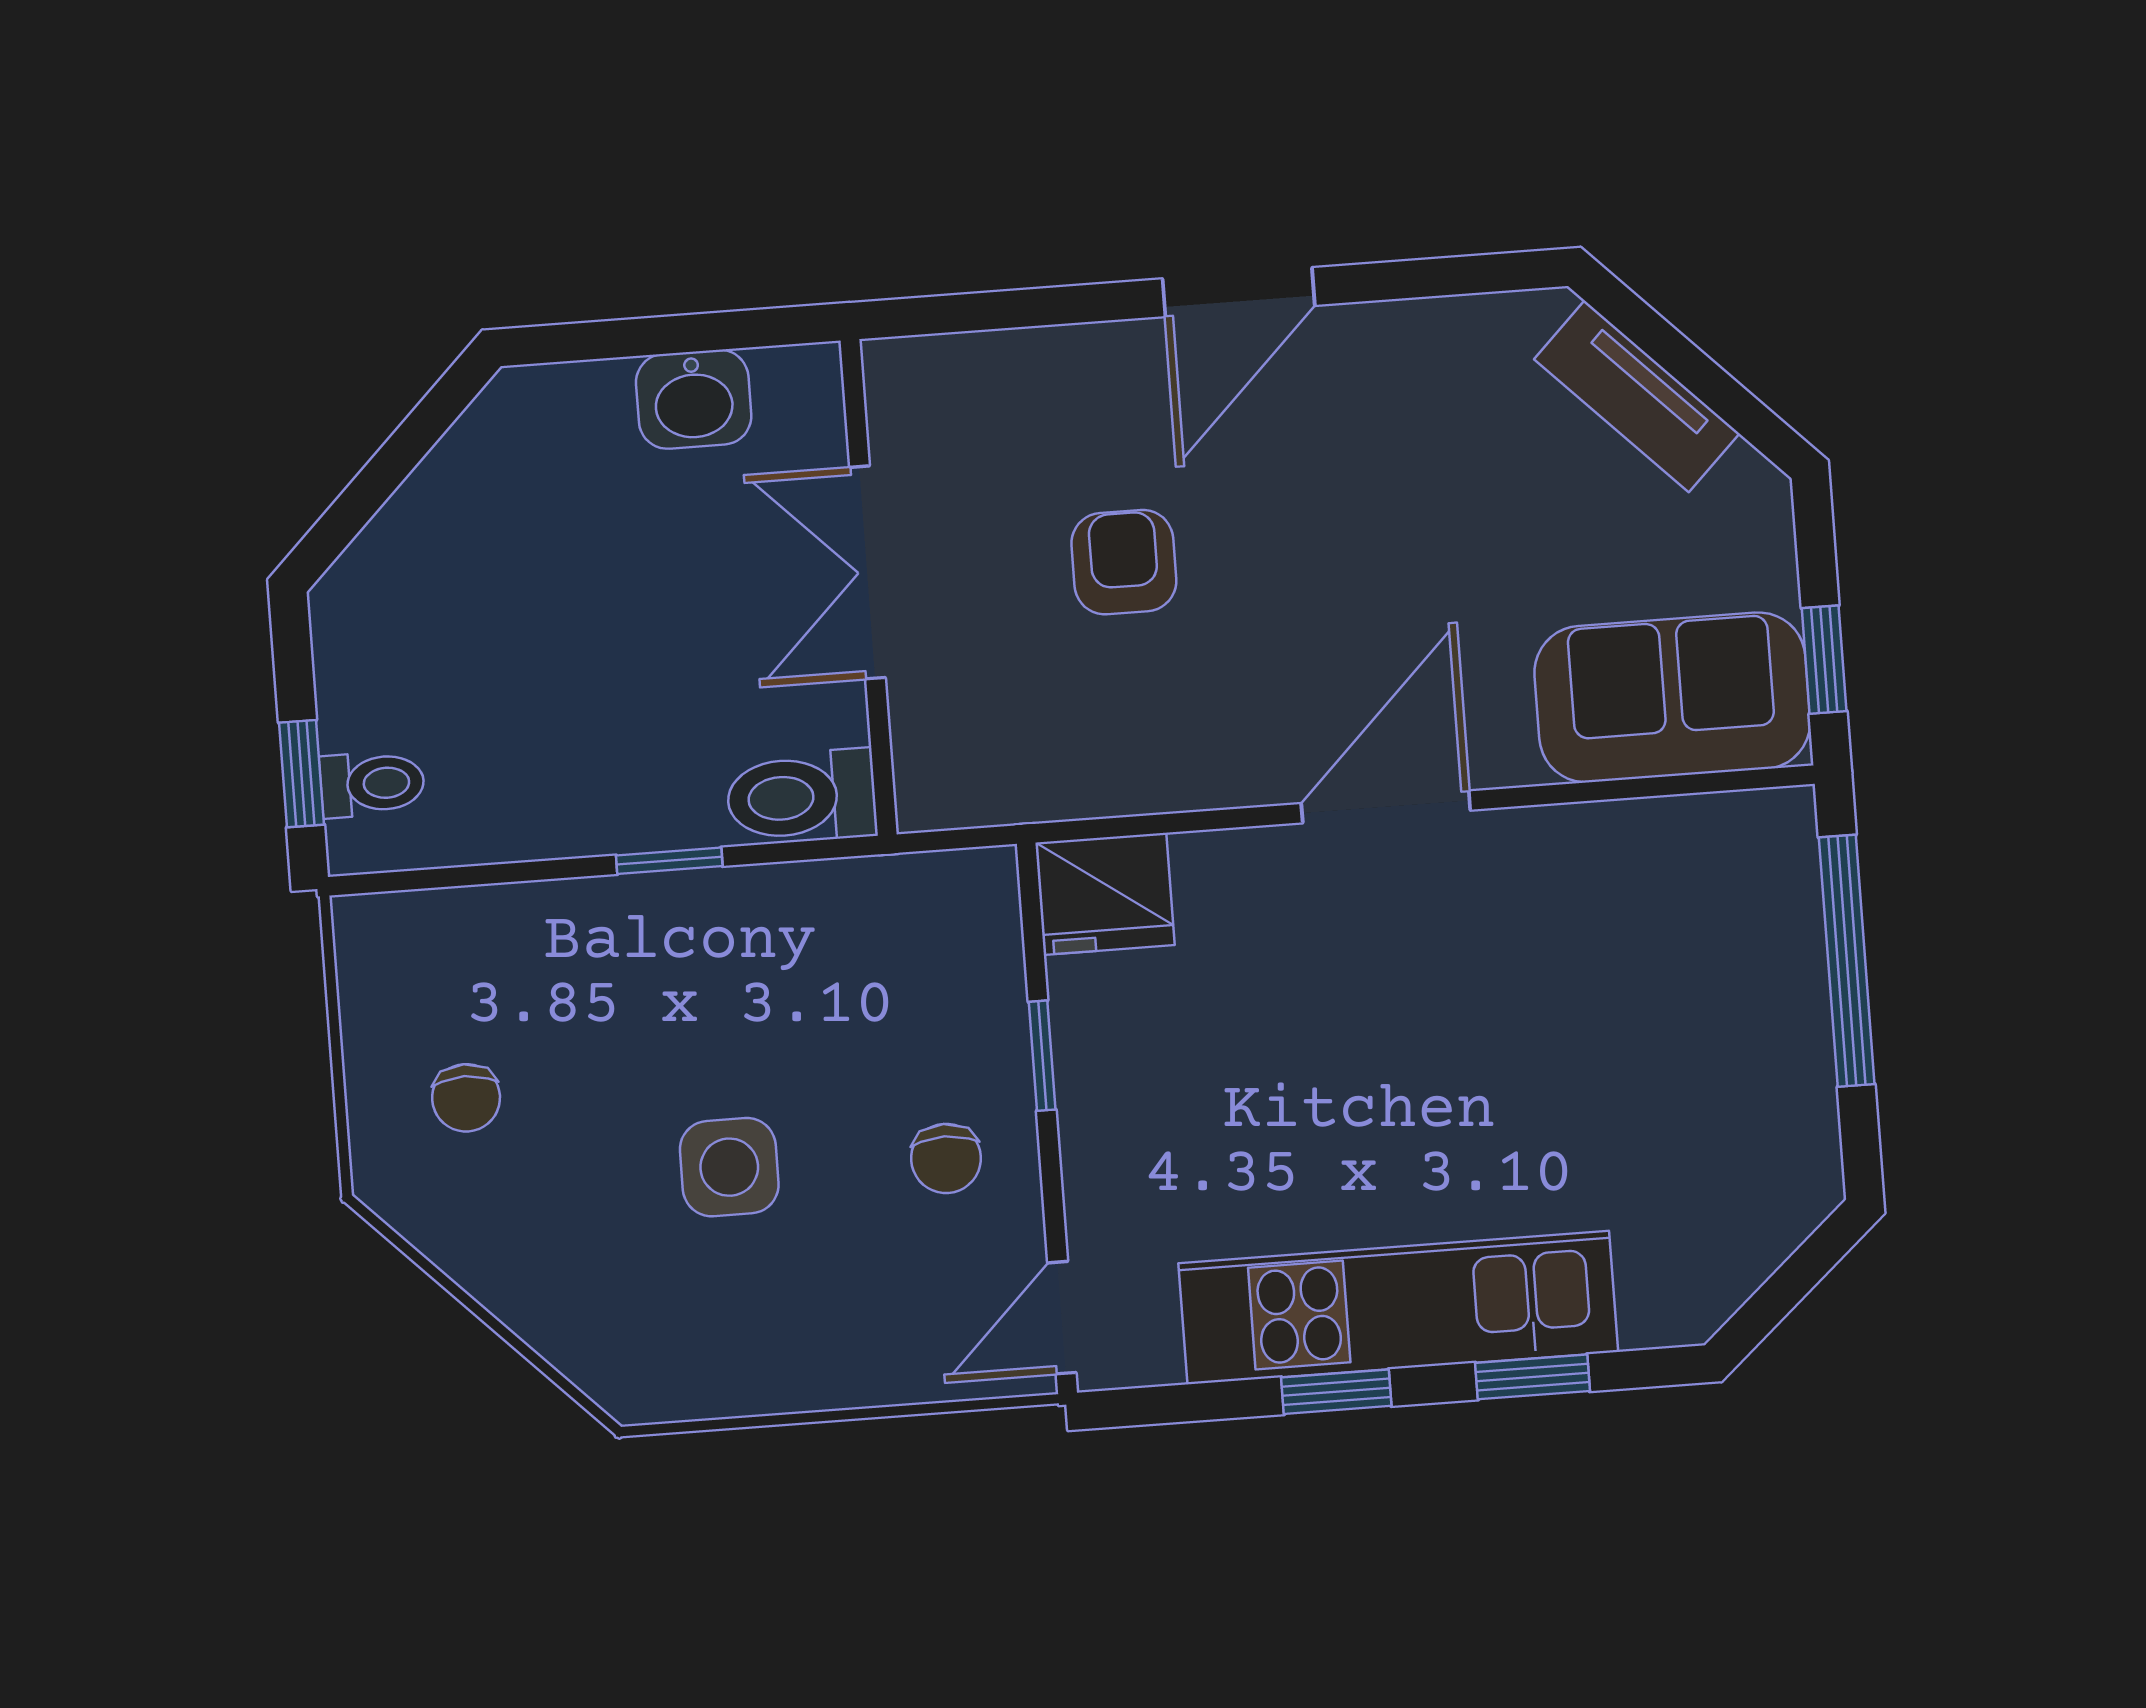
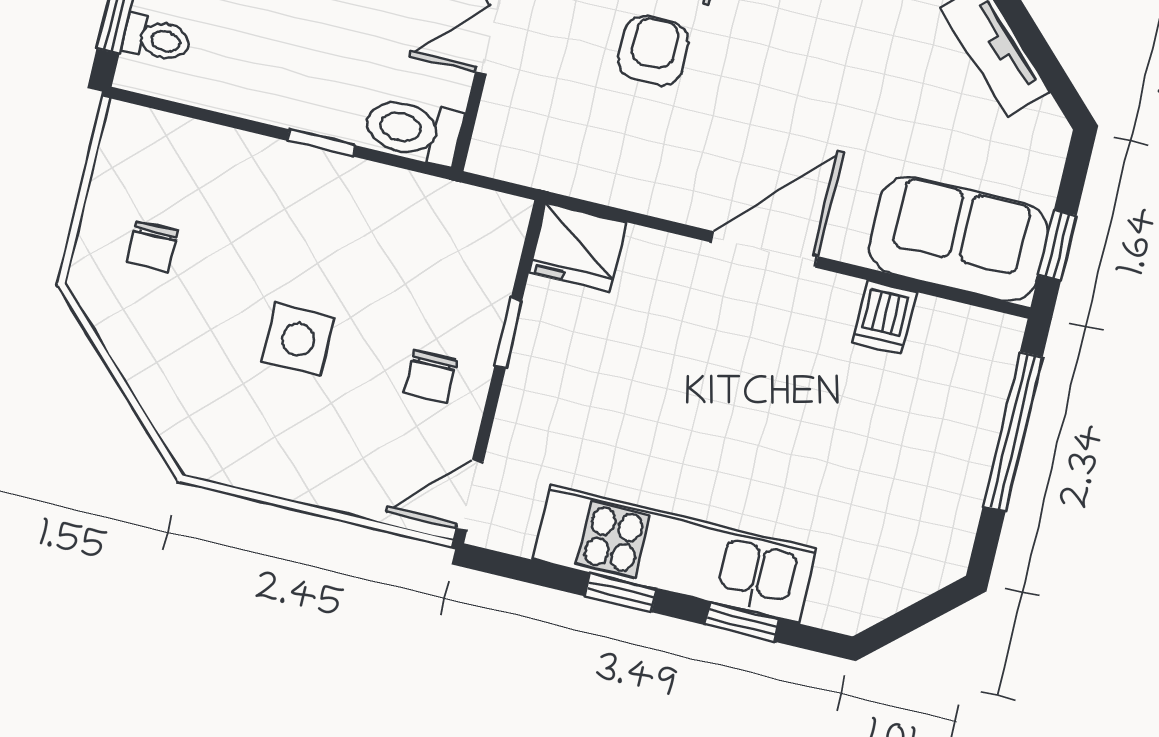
dishwasher: (1599, 851) -> (884, 317), added

